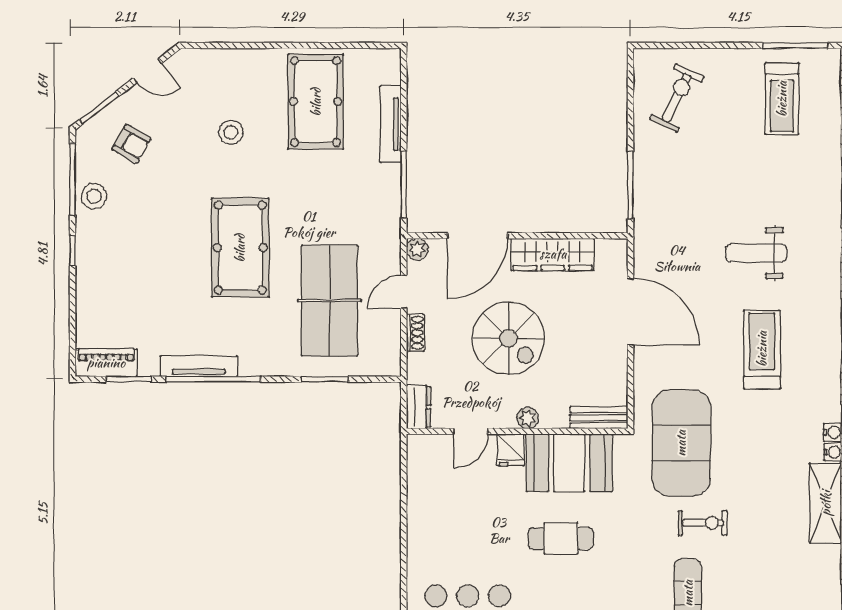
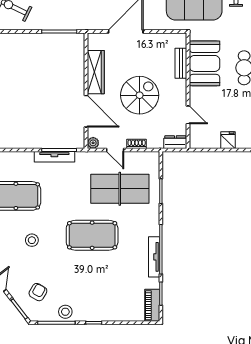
tv unit: (391, 124) -> (54, 157), moved
plant: (528, 418) -> (181, 85), removed
bench: (599, 418) -> (181, 63), moved
fridge: (511, 450) -> (228, 140), moved, turned -90

